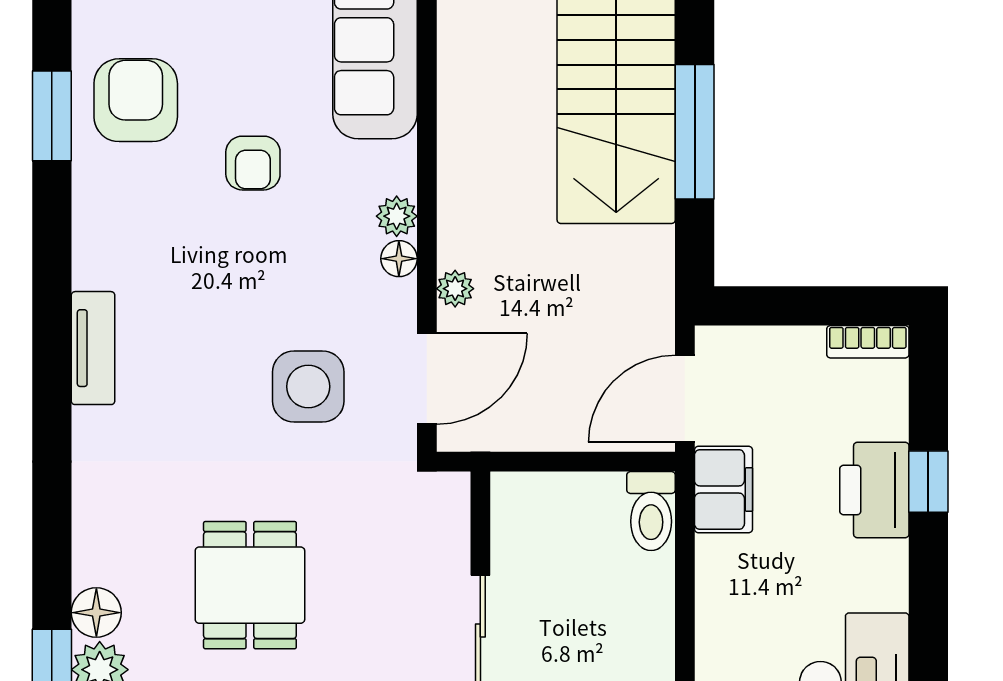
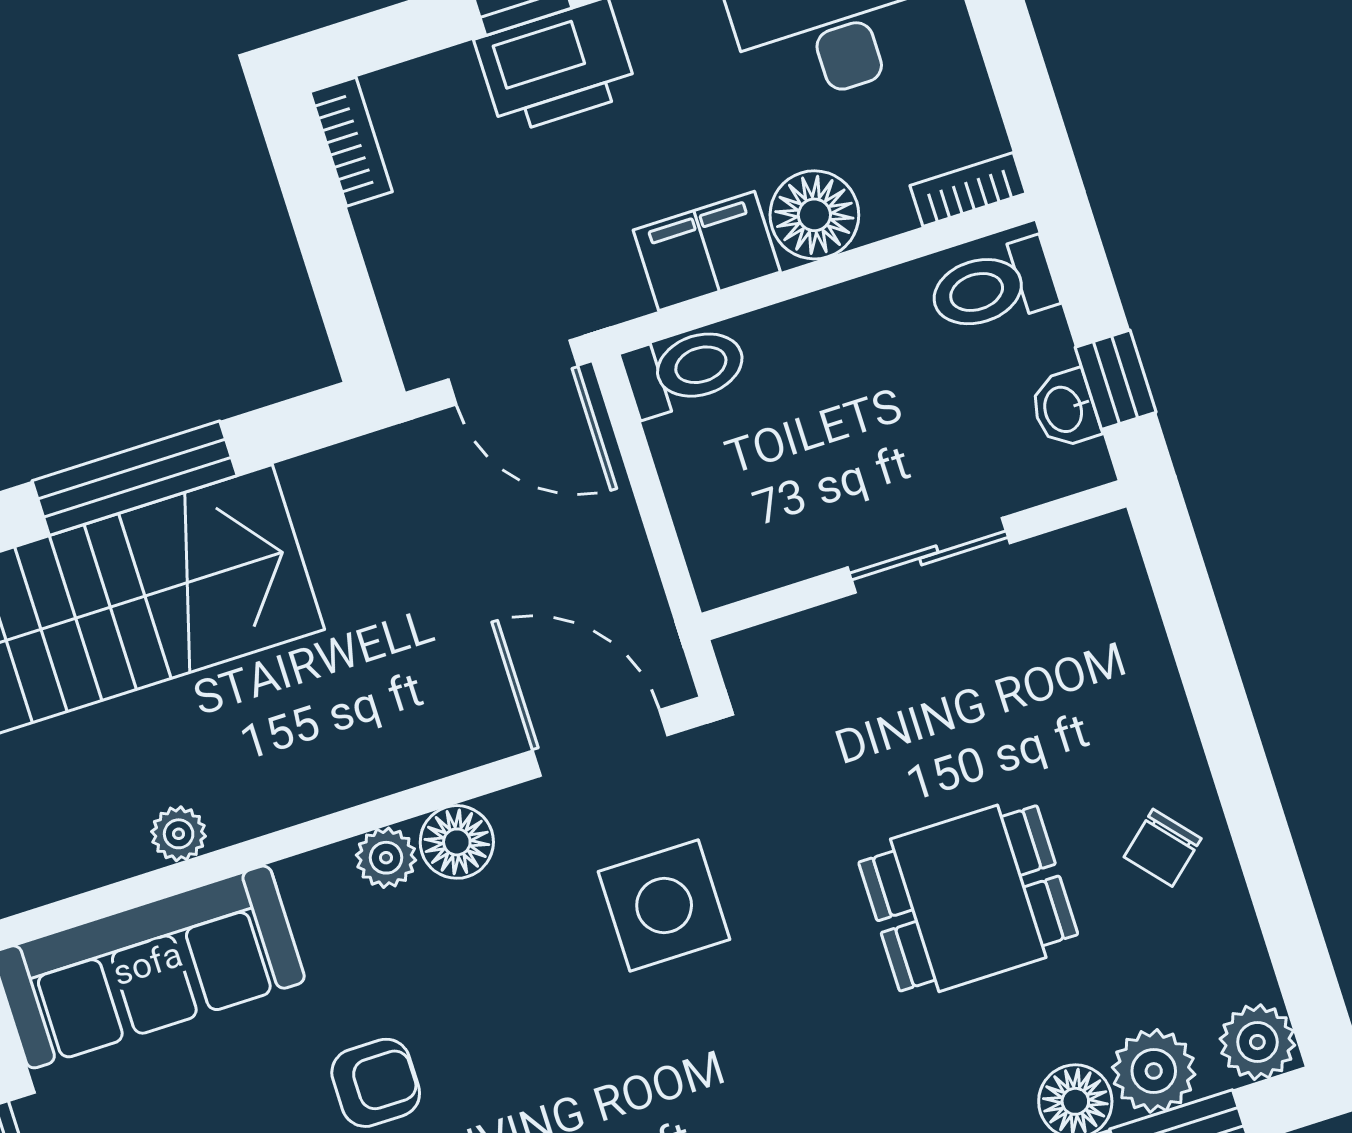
floor lamp: (399, 259) -> (457, 842), width x1.37, depth x1.37
plant: (455, 289) -> (179, 834), moved
filing cabinet: (723, 490) -> (707, 251), moved
floor lamp: (725, 627) -> (814, 215), added

